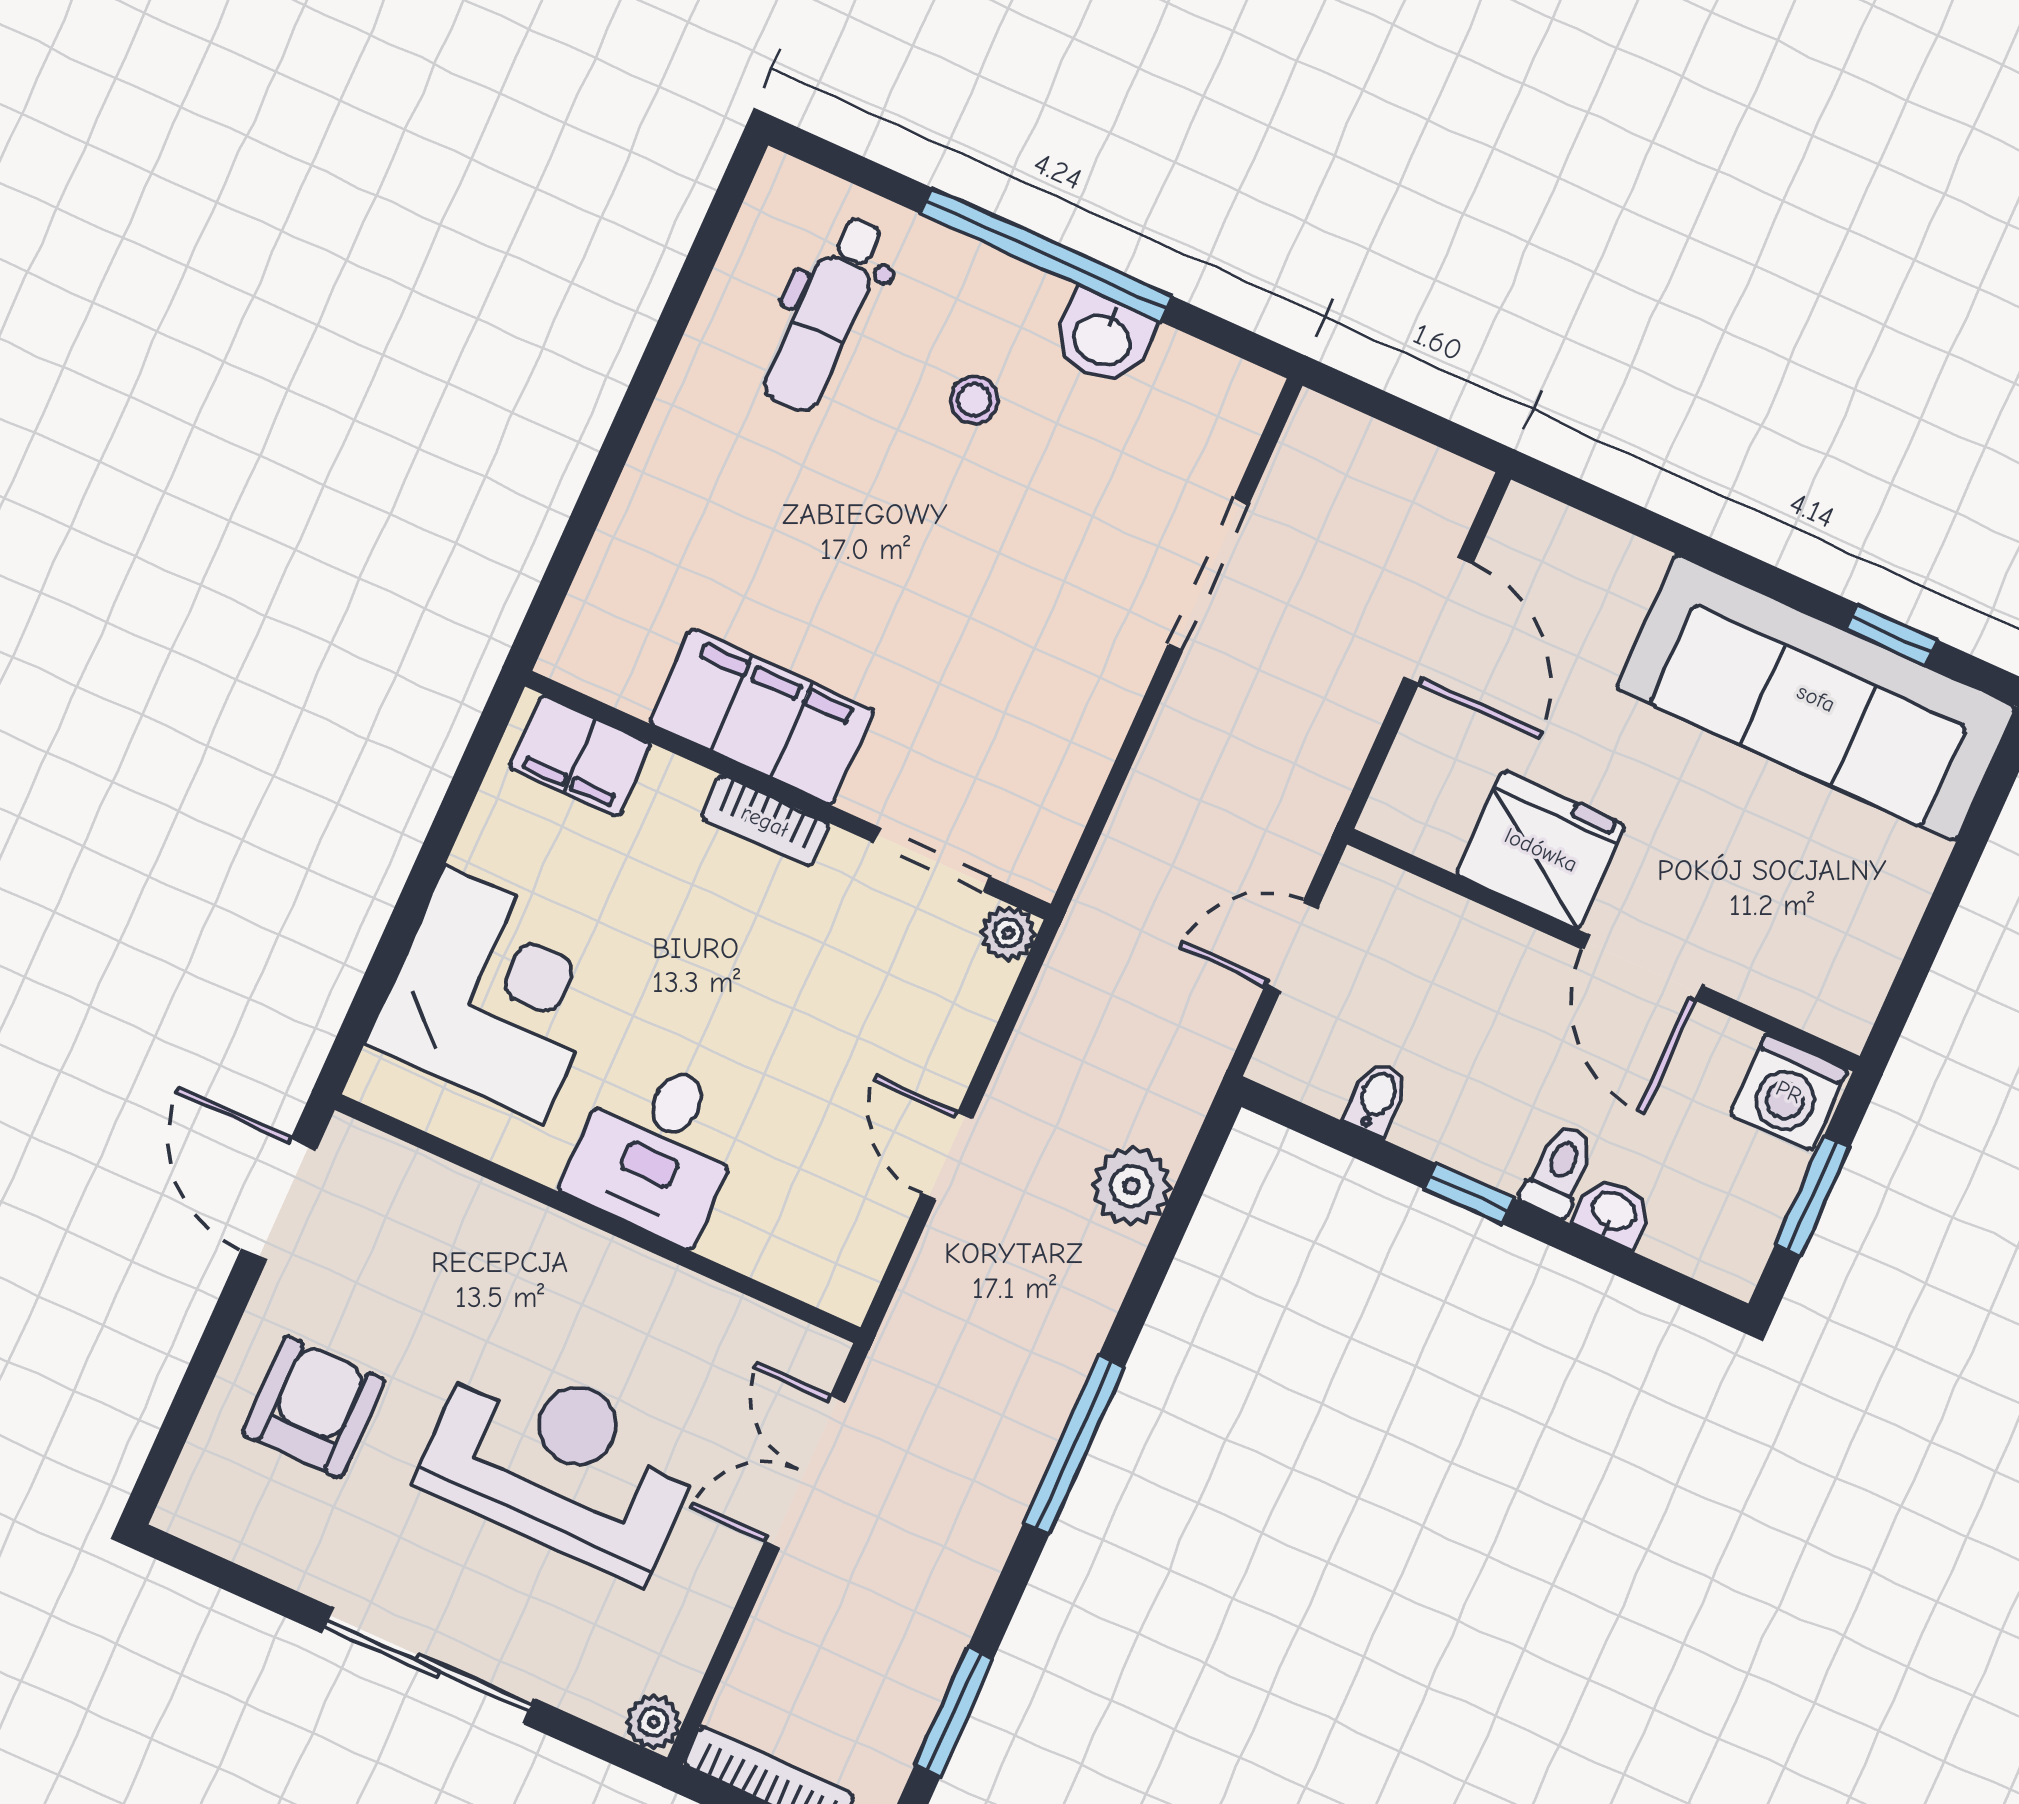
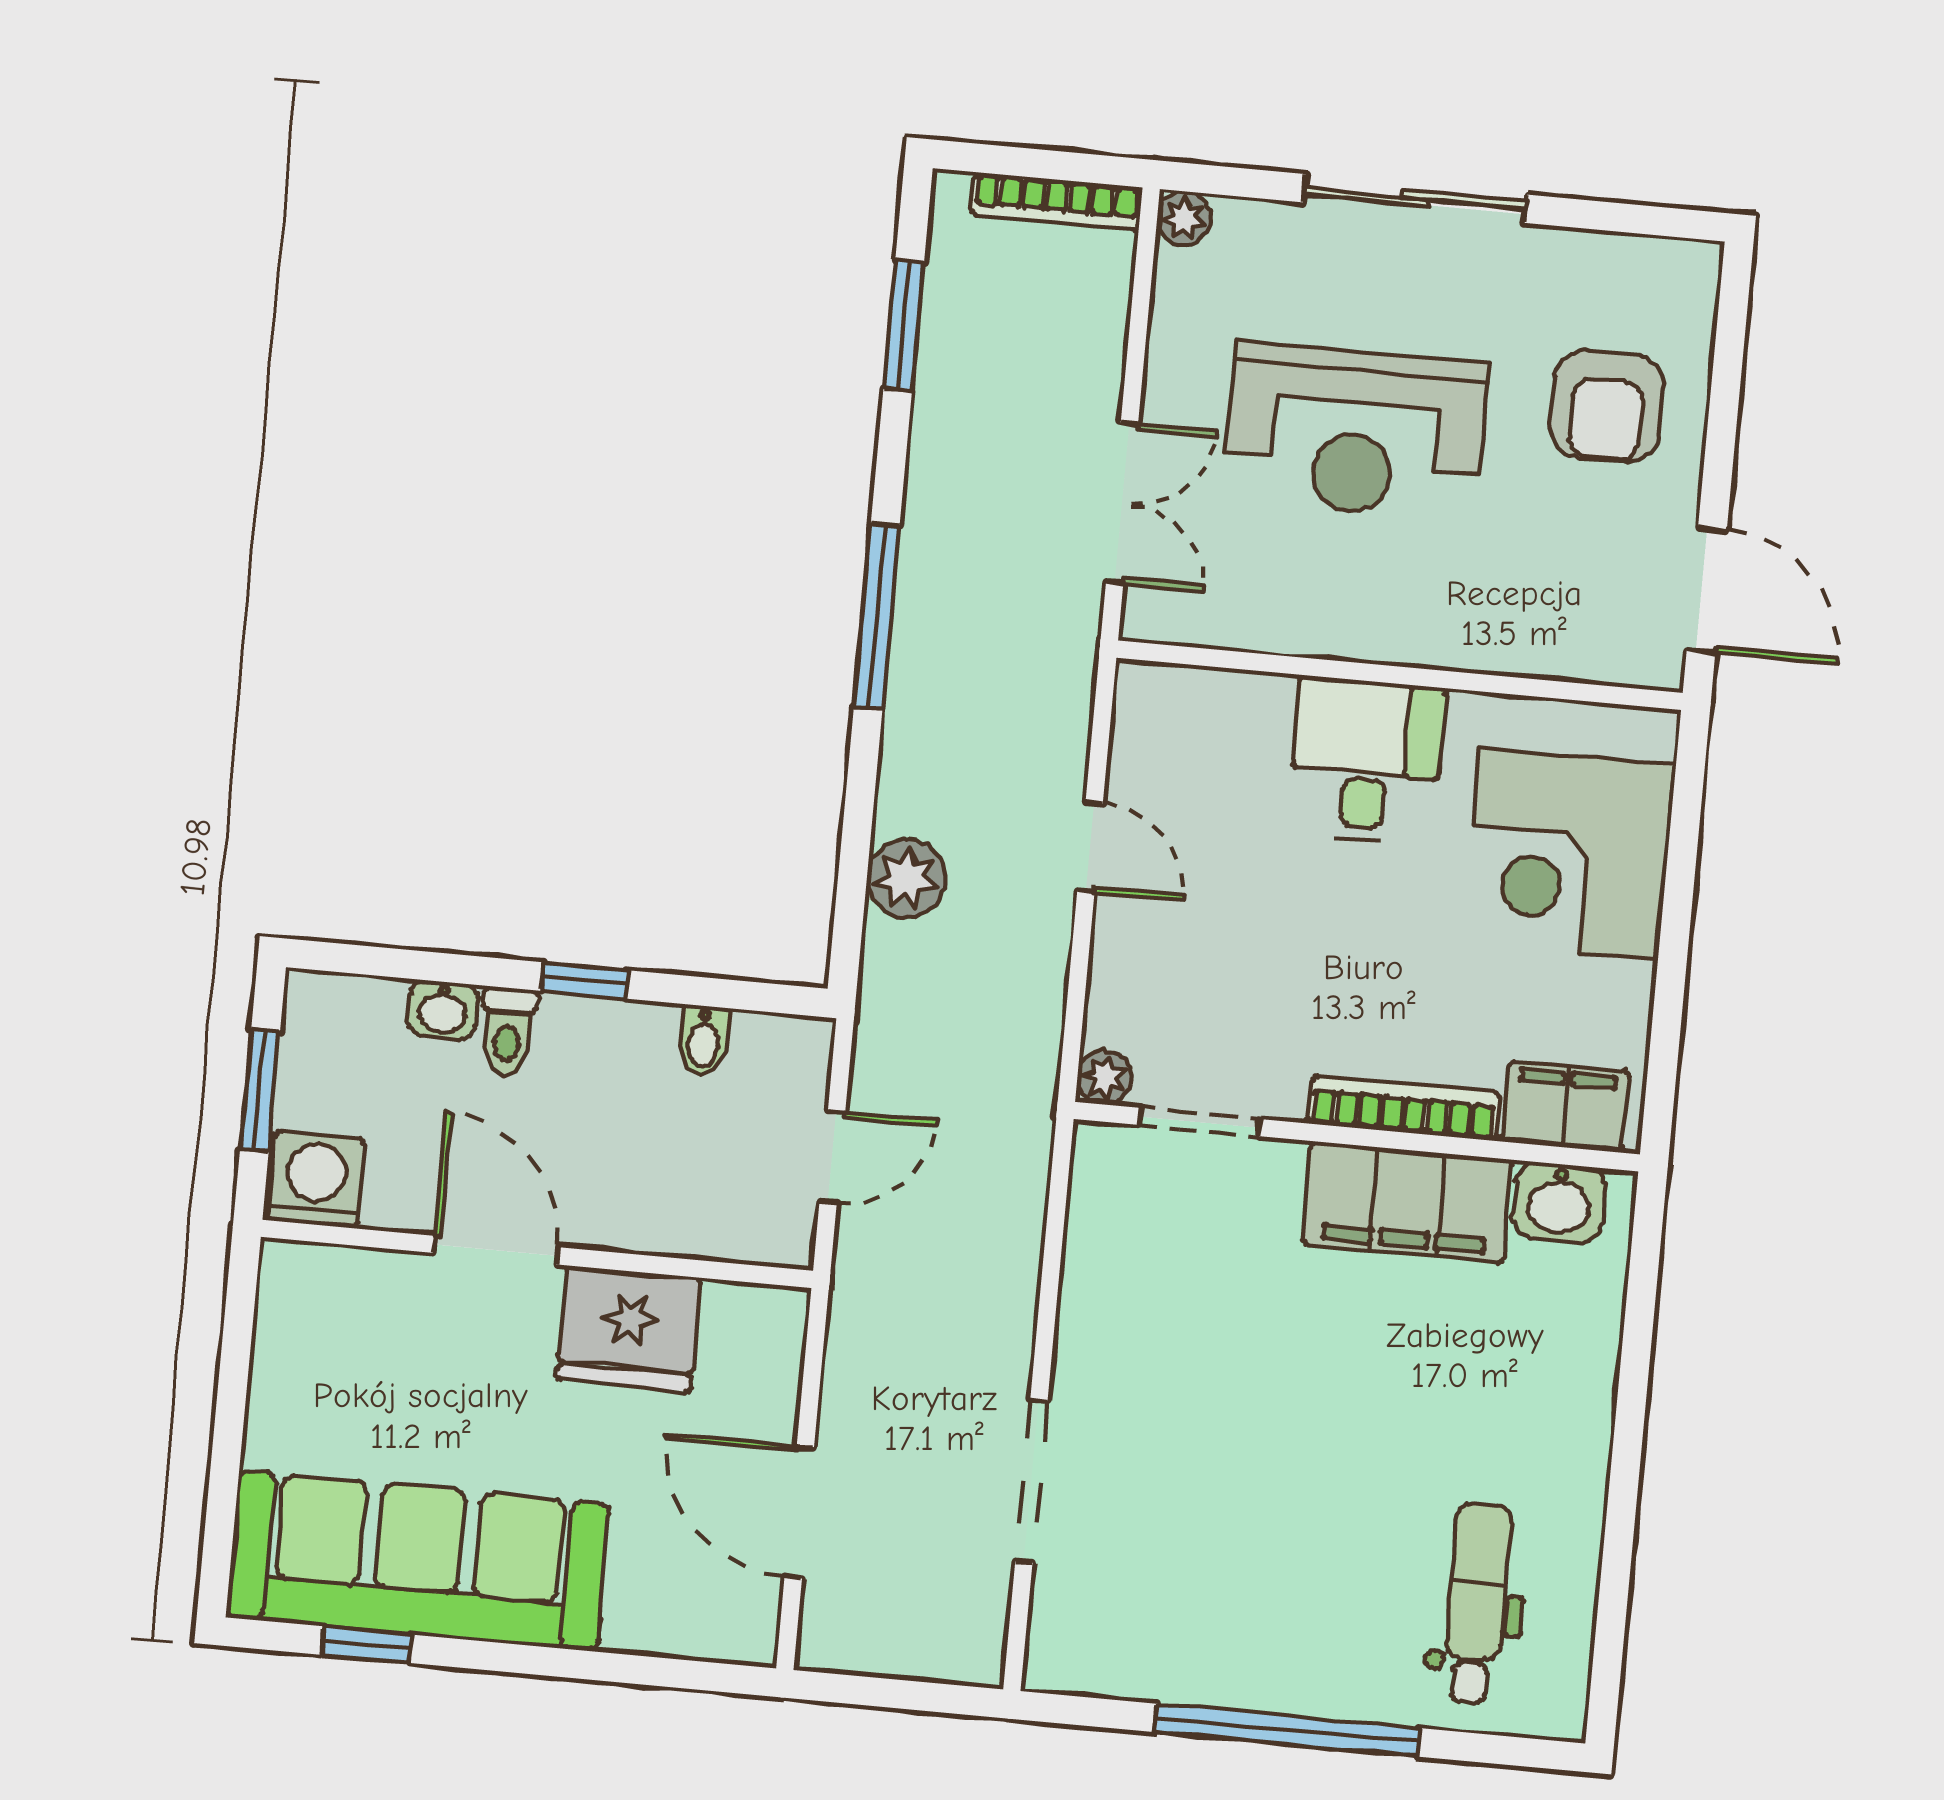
washbasin: (1103, 338) -> (1559, 1202), moved, turned 180
stool: (974, 400) -> (1309, 1570), removed
bookcase: (765, 821) -> (1404, 1108), width x1.56

